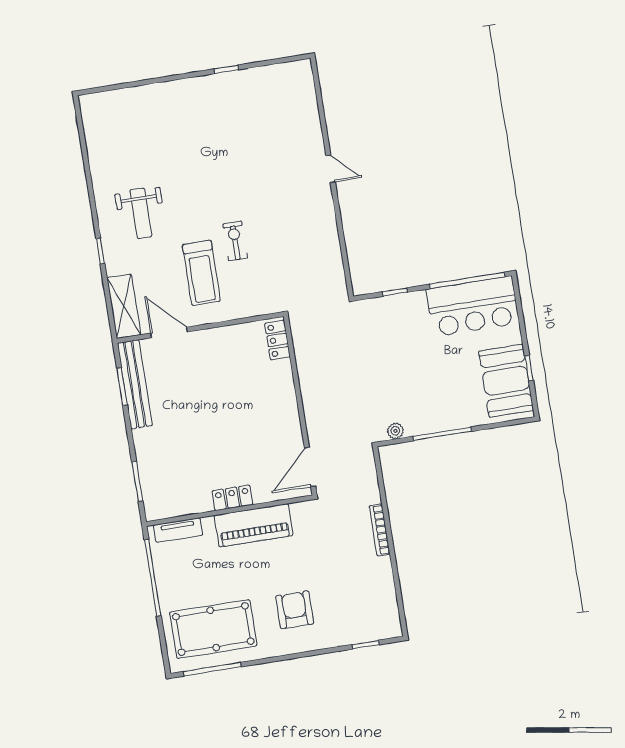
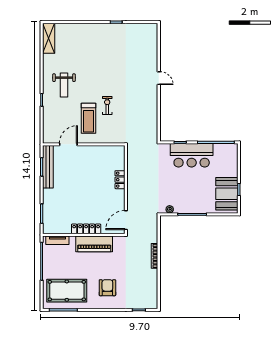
shelving: (124, 306) -> (49, 38), moved
bar counter: (473, 306) -> (192, 155), moved
door: (169, 332) -> (68, 144), hinge flipped
locker: (277, 340) -> (120, 180), moved
locker: (232, 498) -> (86, 229), width x1.53

